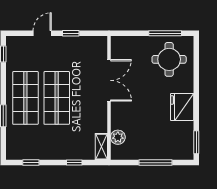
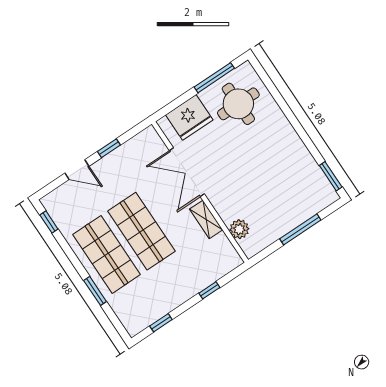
door: (42, 33) -> (77, 170), swing flipped
double door: (109, 80) -> (187, 172), swing flipped
fridge: (182, 107) -> (189, 117), moved, turned -90
shelving: (101, 147) -> (206, 219), moved

